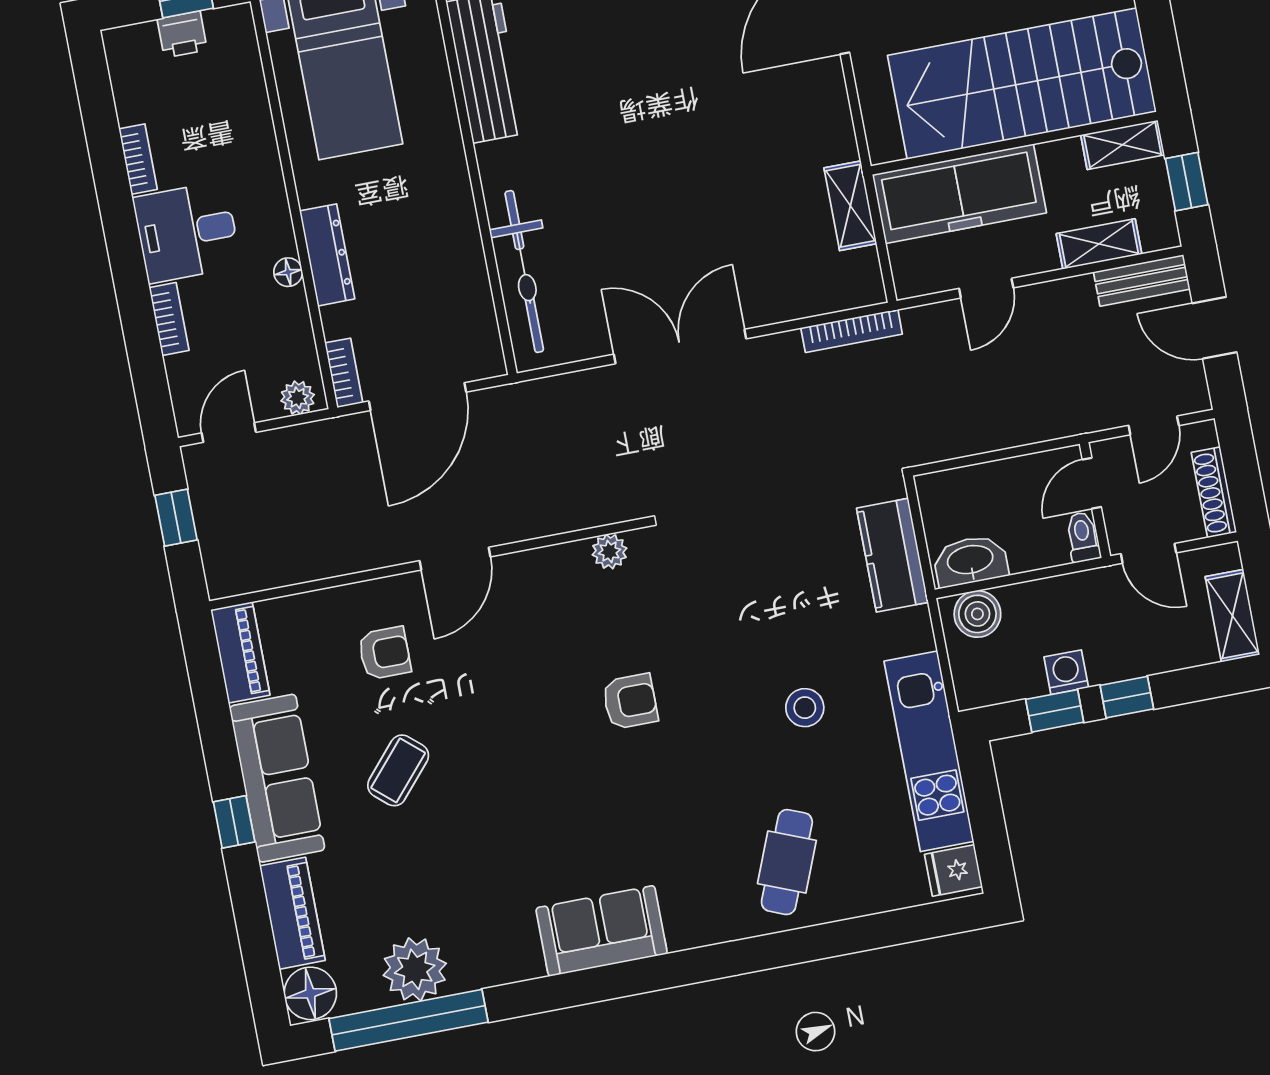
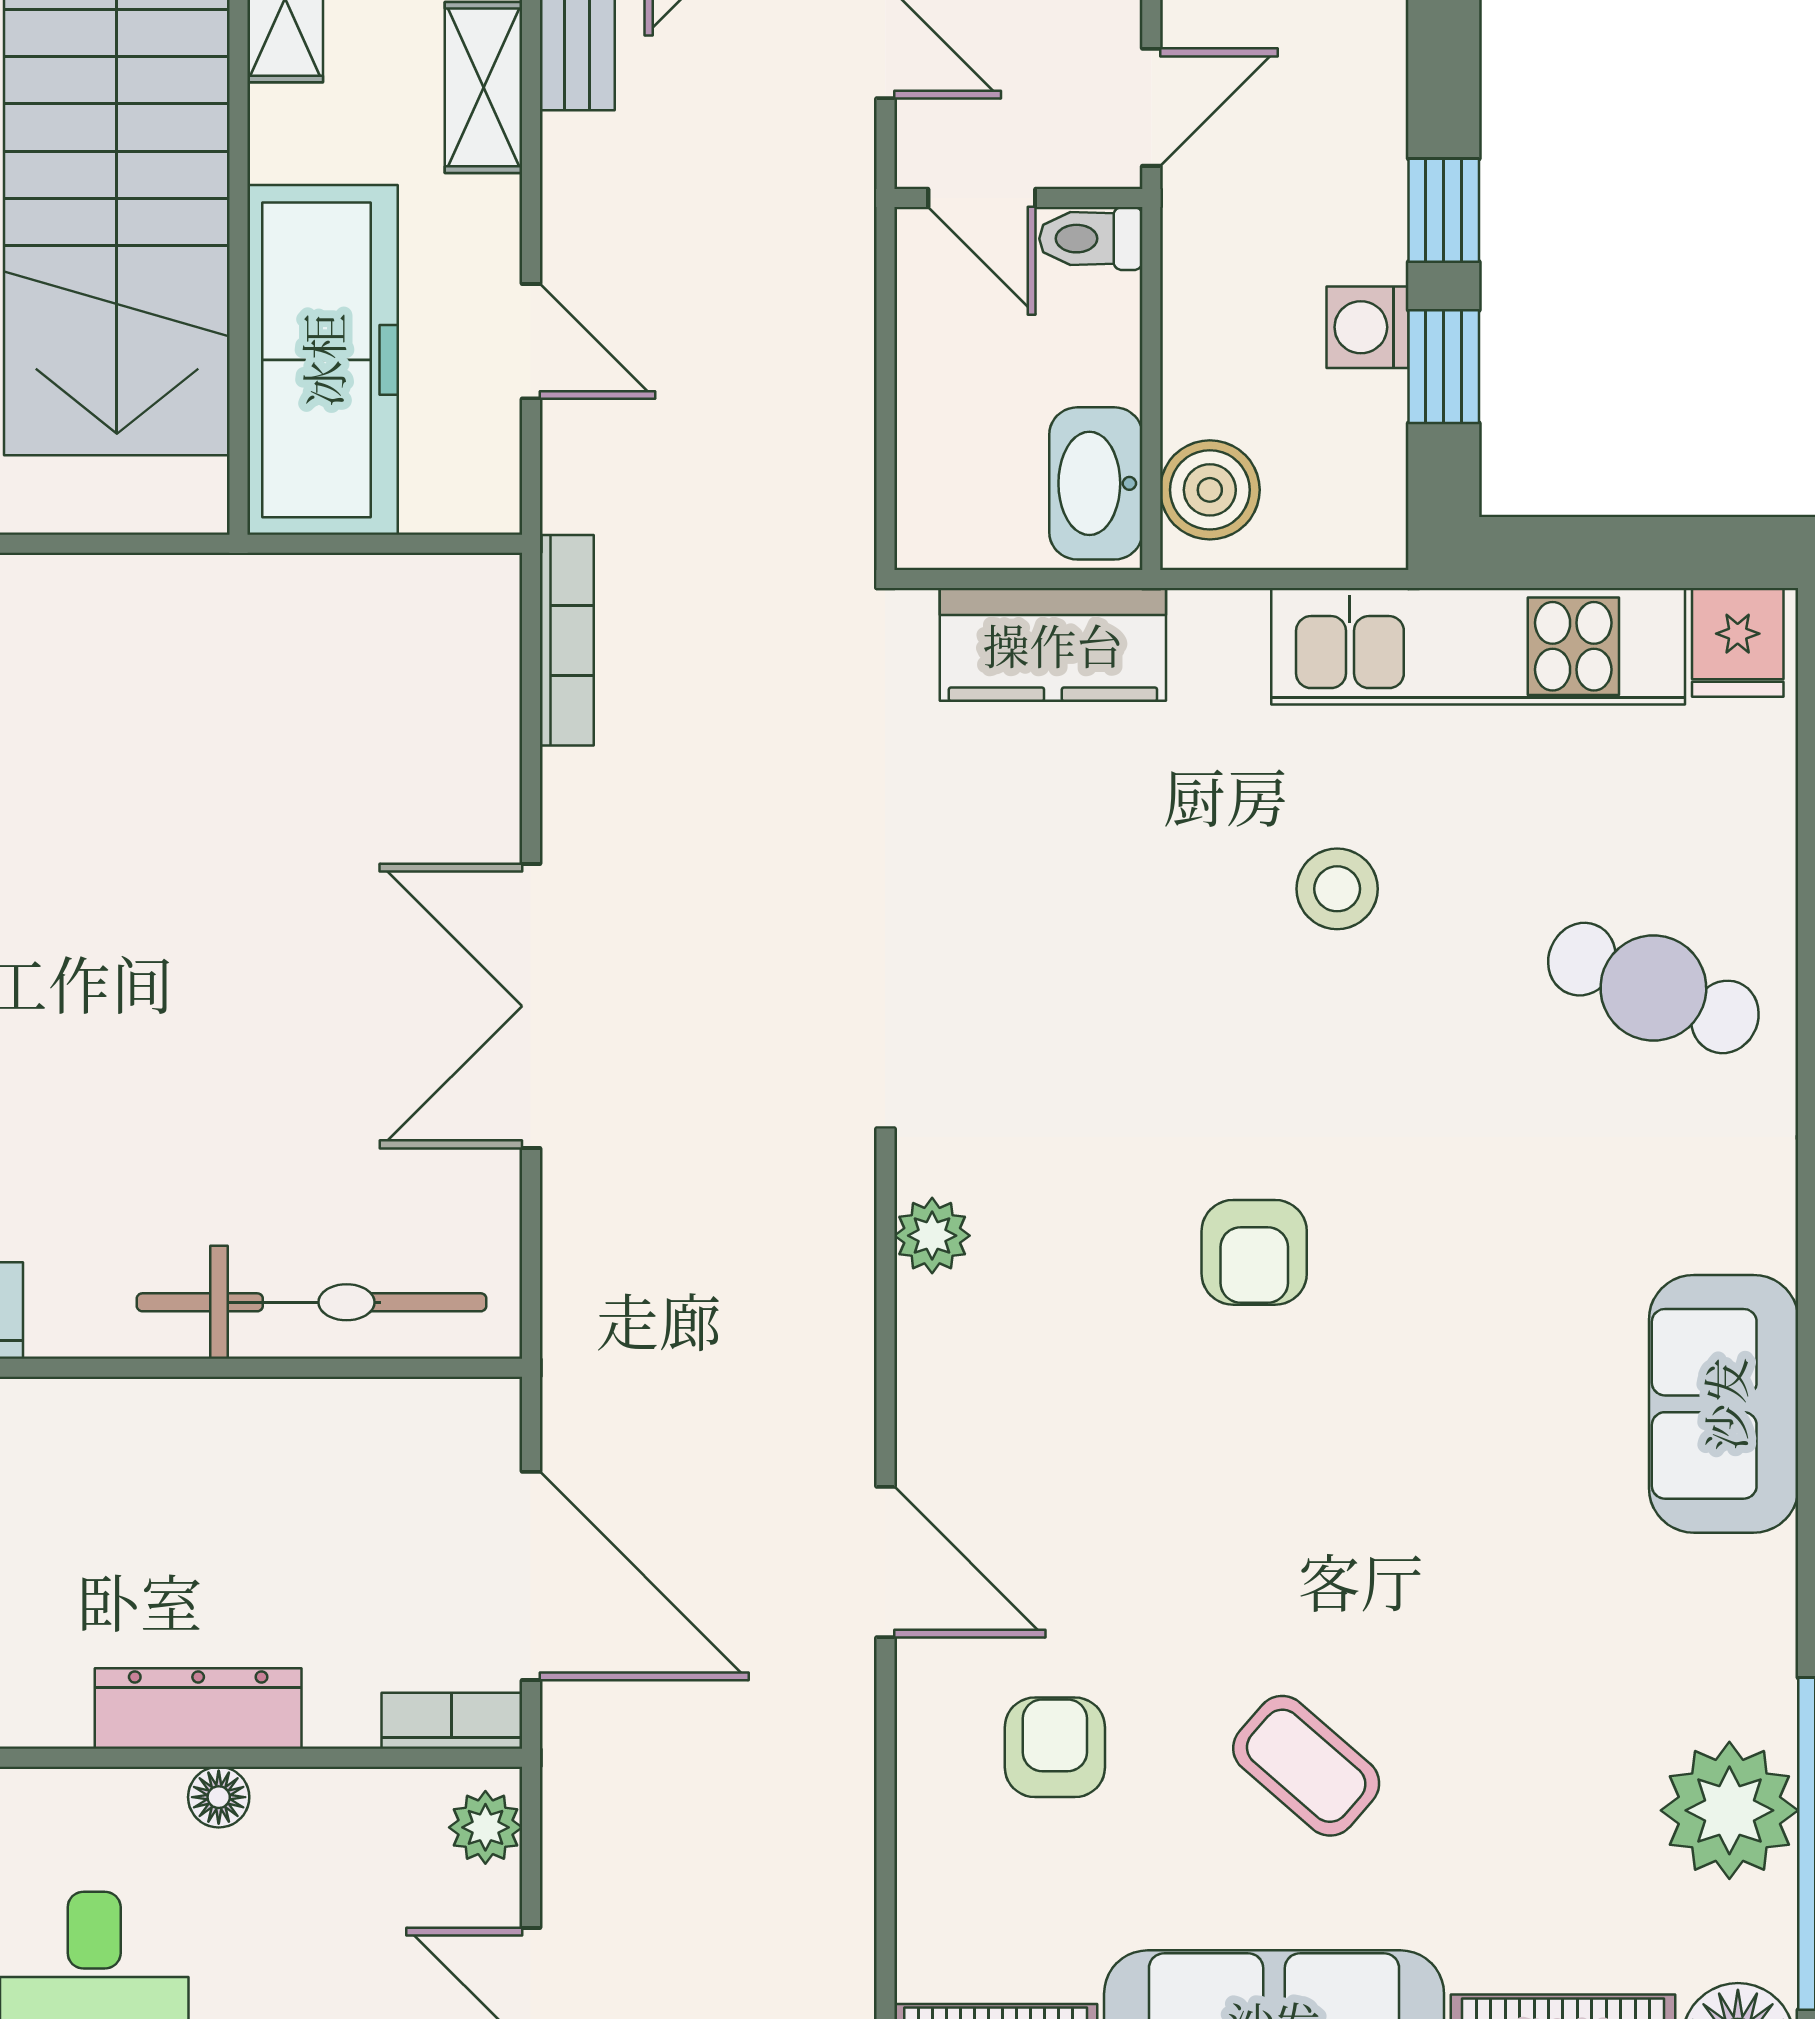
shelving: (850, 206) -> (304, 593), removed
armchair: (630, 701) -> (1254, 1252), turned 180

